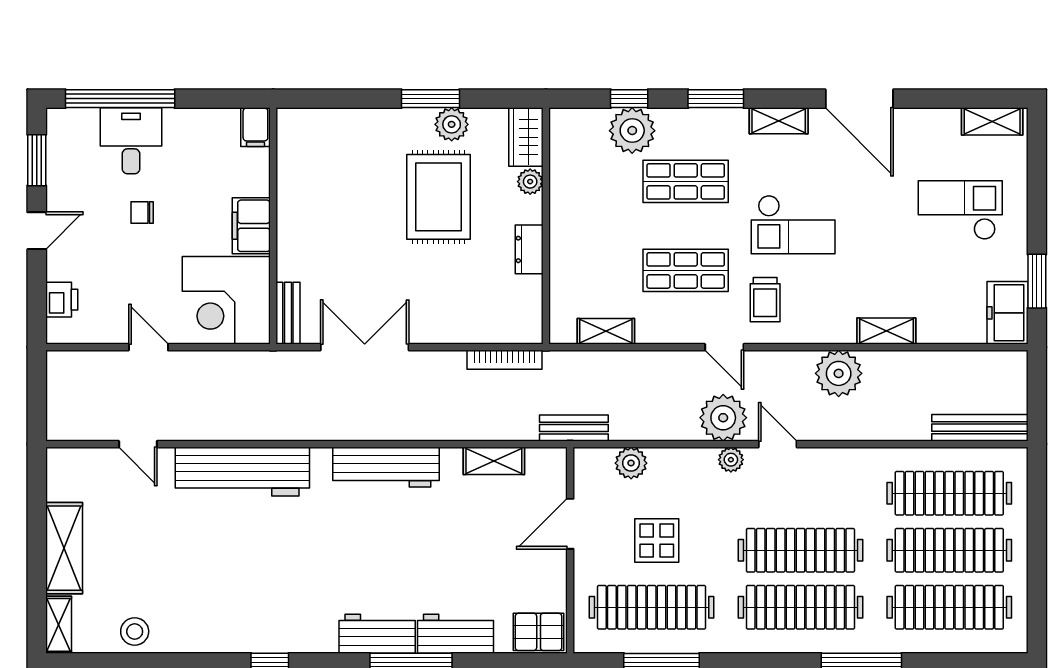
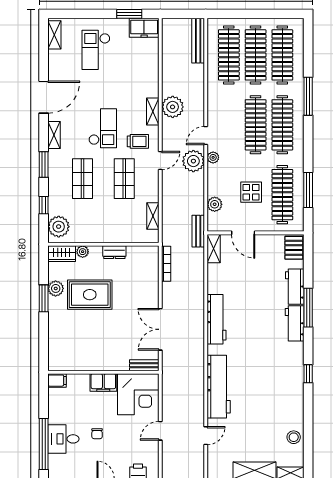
plant: (632, 131) -> (59, 227), moved
shelving: (886, 331) -> (153, 112), moved
shelving: (494, 461) -> (214, 249), moved

